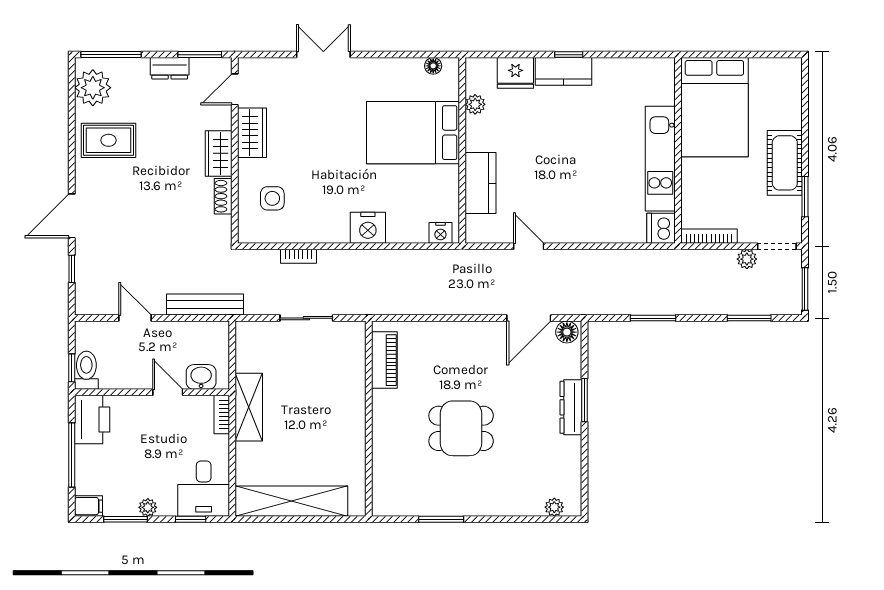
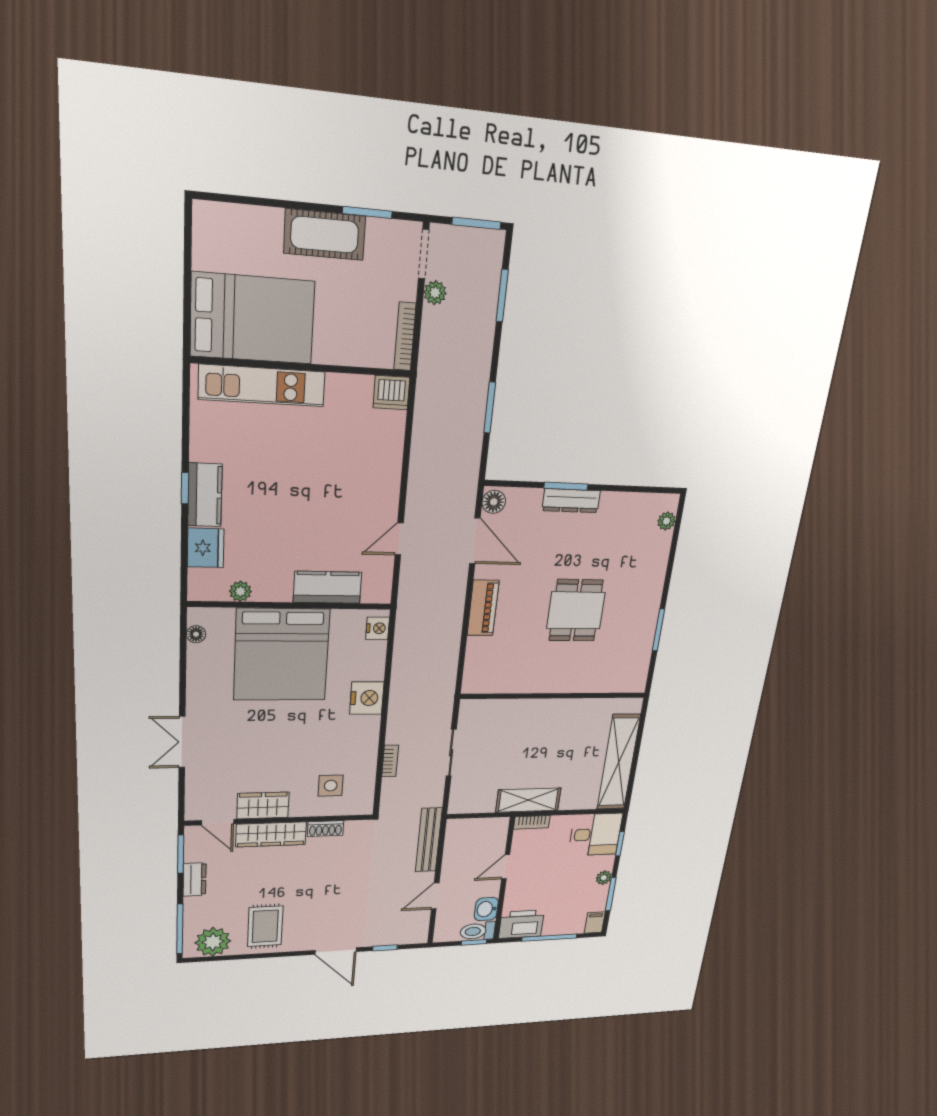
bed: (413, 133) -> (282, 655), width x1.36
wardrobe: (219, 153) -> (271, 834), width x1.50
kitchen unit: (660, 159) -> (262, 386), moved
piano: (384, 360) -> (483, 608), moved, turned 90
washbasin: (201, 377) -> (486, 909), moved

